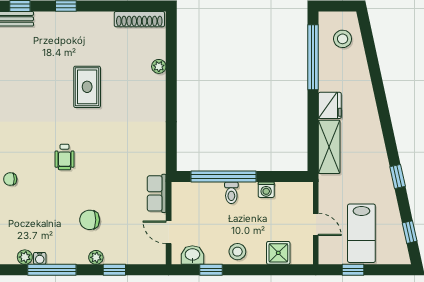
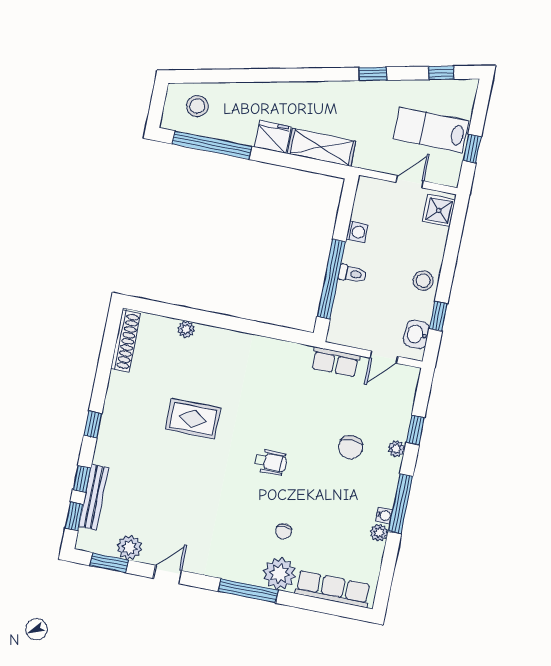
lab bench: (361, 233) -> (431, 130), turned 180
shower: (278, 253) -> (439, 210), moved

